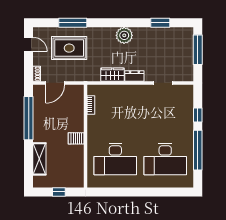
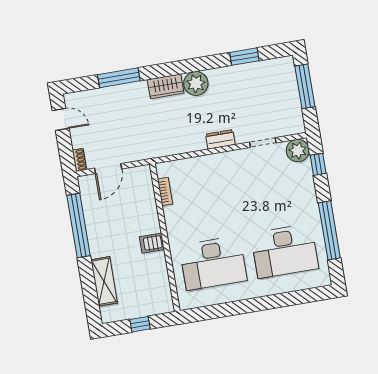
rug: (69, 48) -> (120, 115), removed
wardrobe: (112, 75) -> (166, 86), moved, turned 180
plant: (186, 92) -> (298, 151), added
window: (198, 115) -> (318, 164), moved

